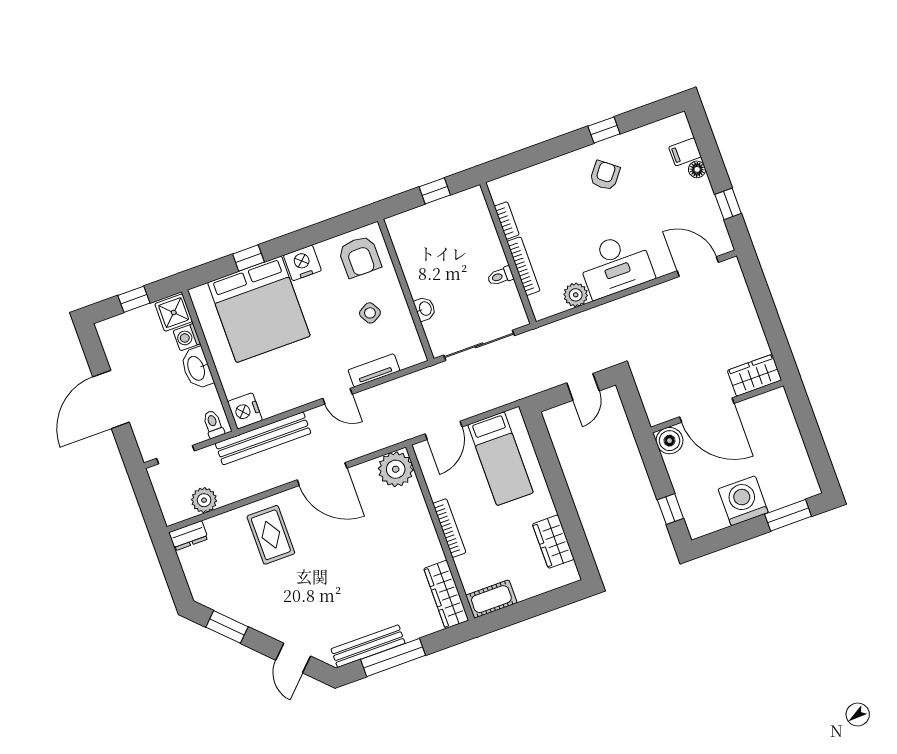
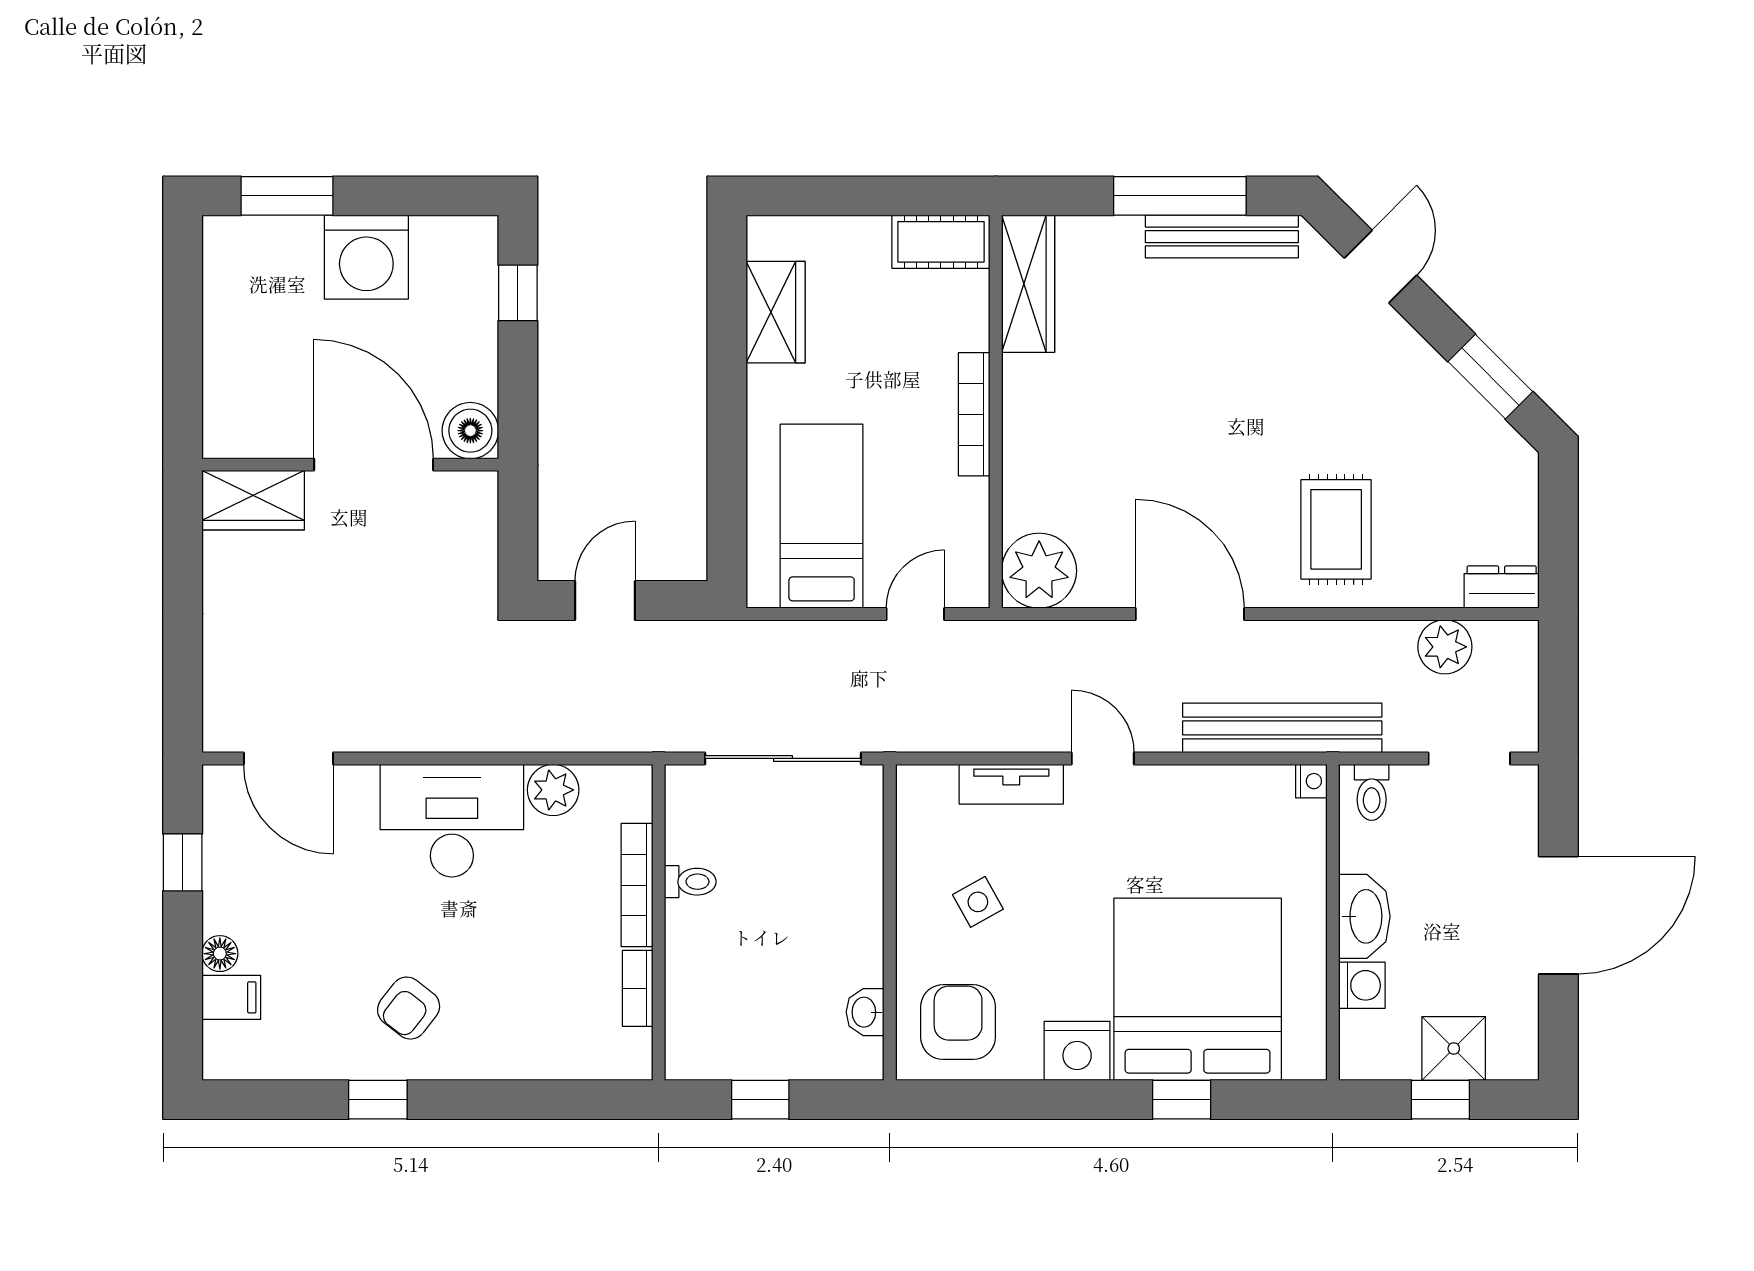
washbasin: (425, 309) -> (865, 1012), moved
shower: (174, 313) -> (1454, 1049), moved
nightstand: (245, 411) -> (1311, 781), width x0.53, depth x0.56
door: (444, 430) -> (915, 614), width x0.73

